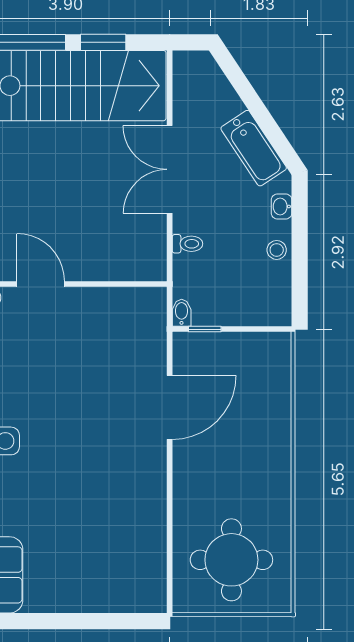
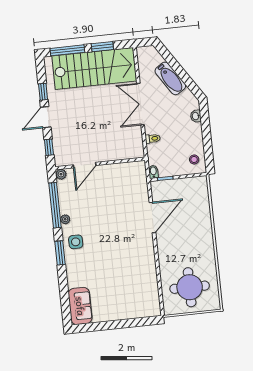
bathtub: (254, 148) -> (170, 78), moved
stool: (277, 250) -> (194, 159), moved
door: (41, 284) -> (85, 165), swing flipped

